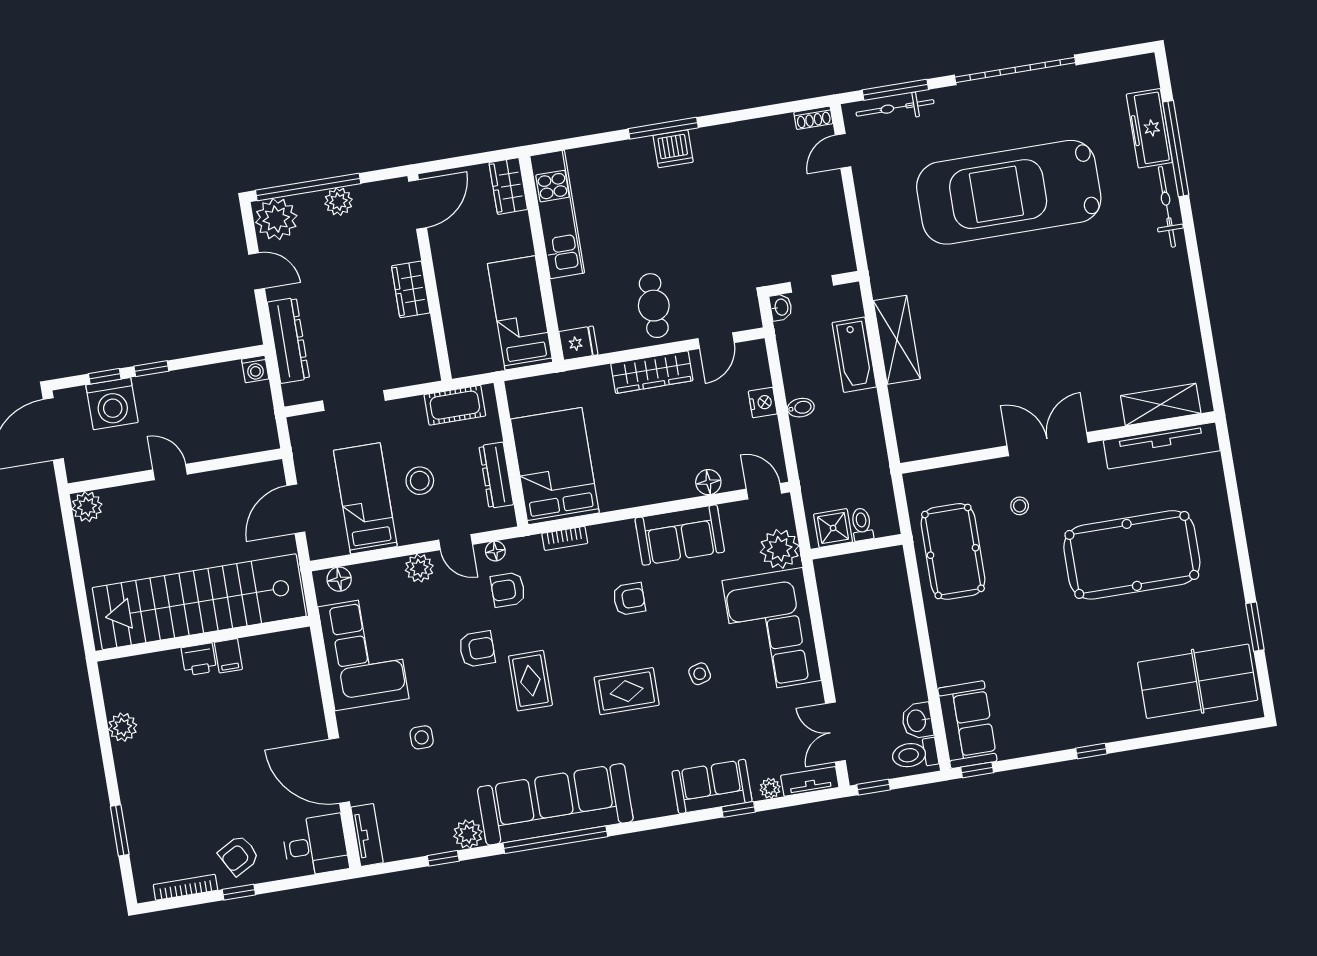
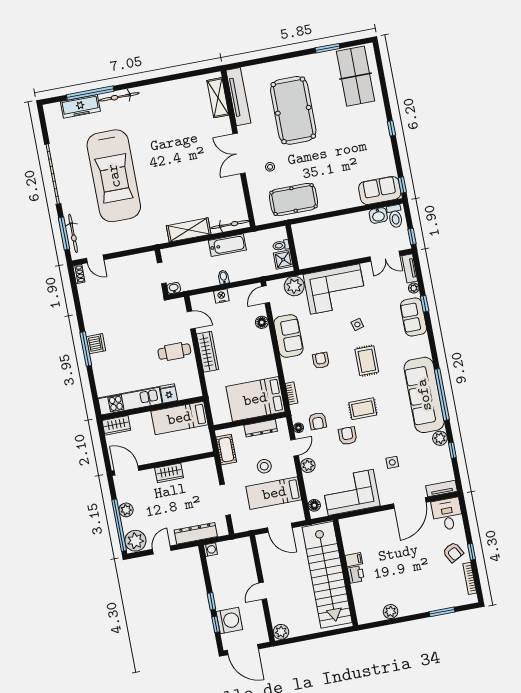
fridge: (578, 343) -> (169, 393), moved
bathtub: (854, 355) -> (227, 245), moved
bicycle: (906, 423) -> (230, 224), added

